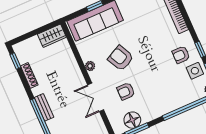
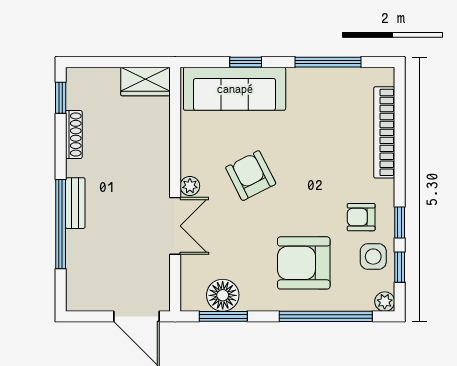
plant: (90, 66) -> (190, 186), moved
armchair: (126, 91) -> (304, 263), moved, width x1.88, depth x1.88
double door: (96, 97) -> (175, 226), swing flipped

